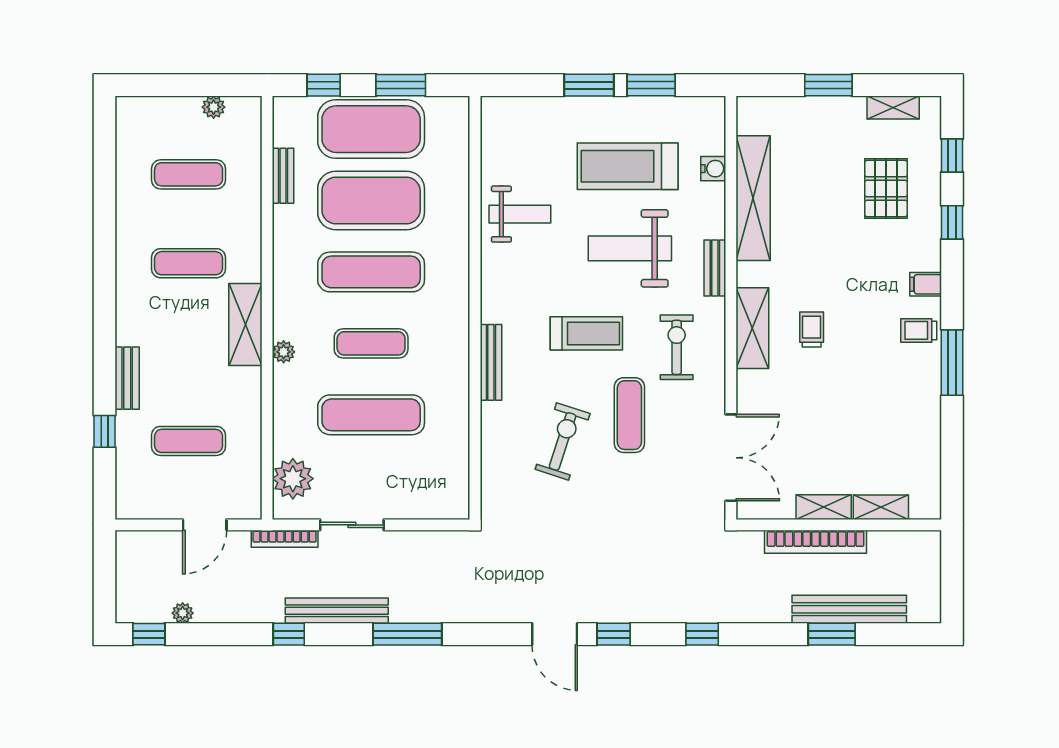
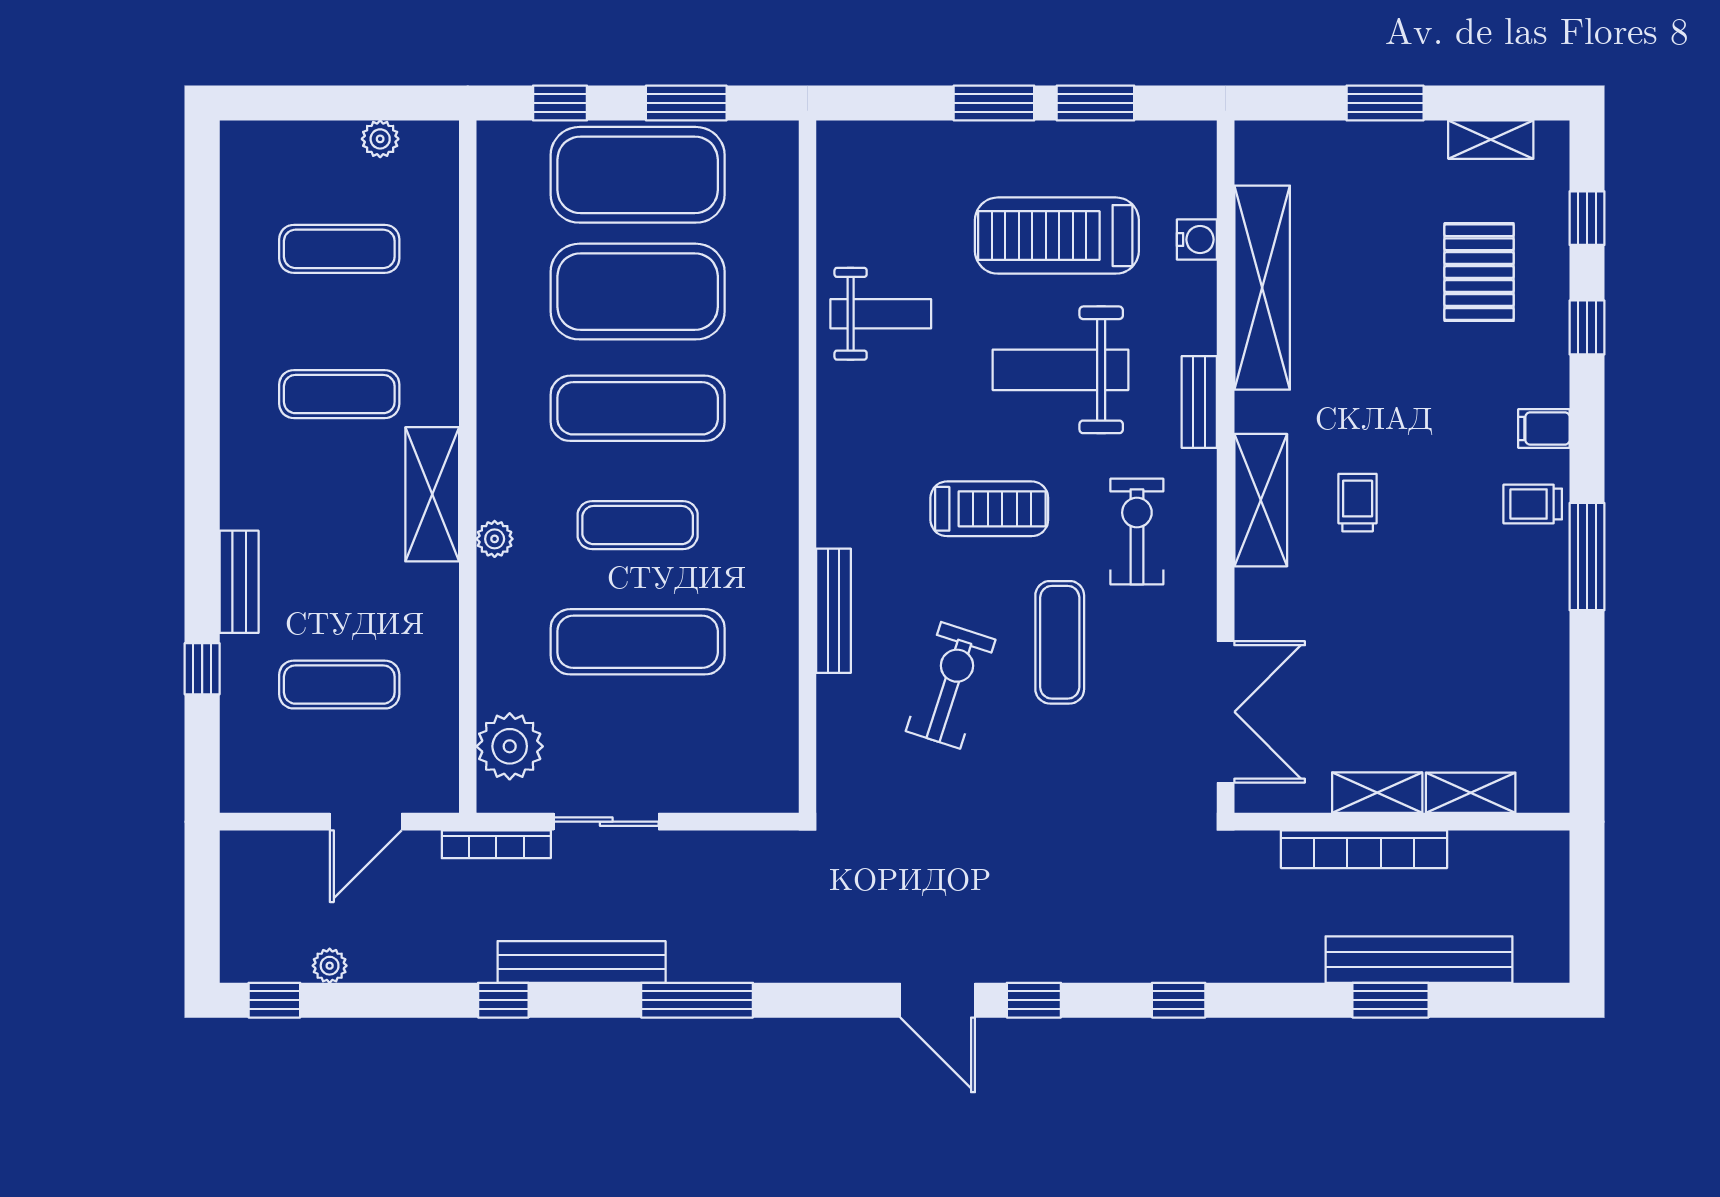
bench: (283, 176) -> (494, 251), removed
bench: (491, 362) -> (834, 611), moved

